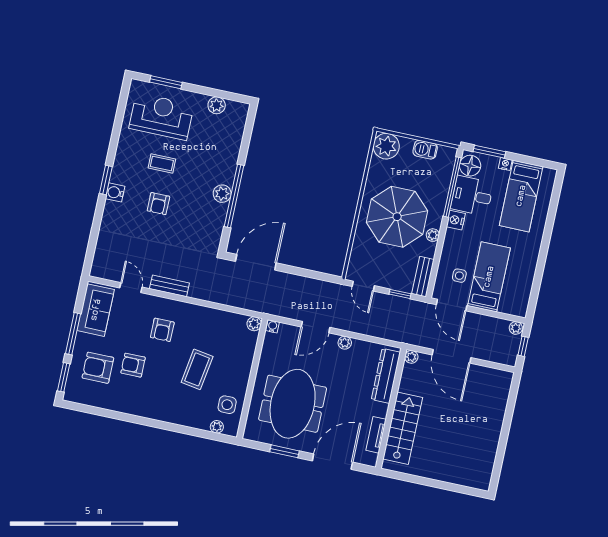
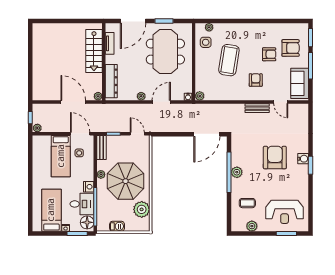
plant: (386, 146) -> (142, 209), moved
coffee table: (162, 164) -> (247, 203), moved
armchair: (158, 204) -> (275, 158), width x1.88, depth x1.88
coffee table: (197, 369) -> (229, 60), width x1.36, depth x1.32

